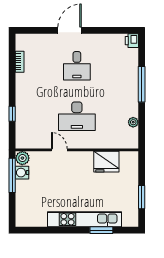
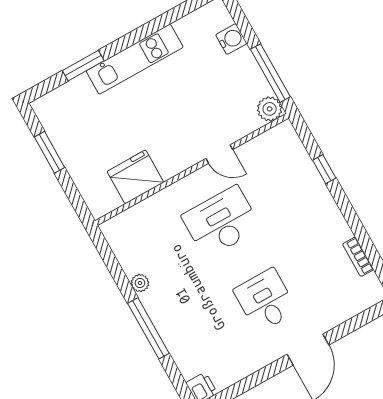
plant: (133, 122) -> (140, 283), moved
water cooler: (22, 173) -> (231, 39), moved
kitchen unit: (84, 219) -> (135, 59), width x0.73

